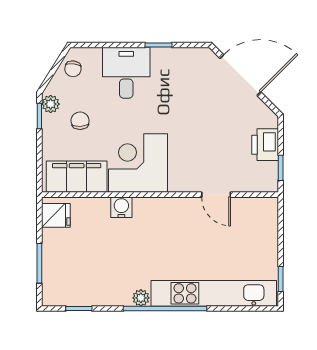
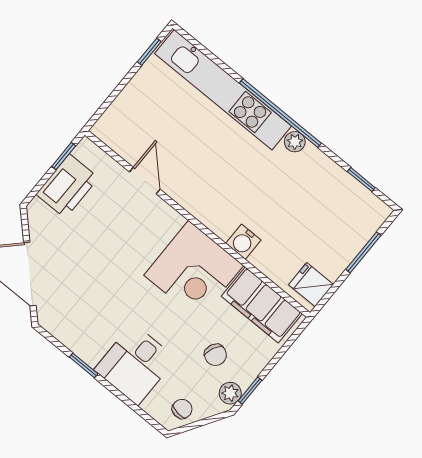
chair: (80, 121) -> (215, 355), turned -62
printer: (265, 145) -> (67, 186), width x1.37, depth x1.19

